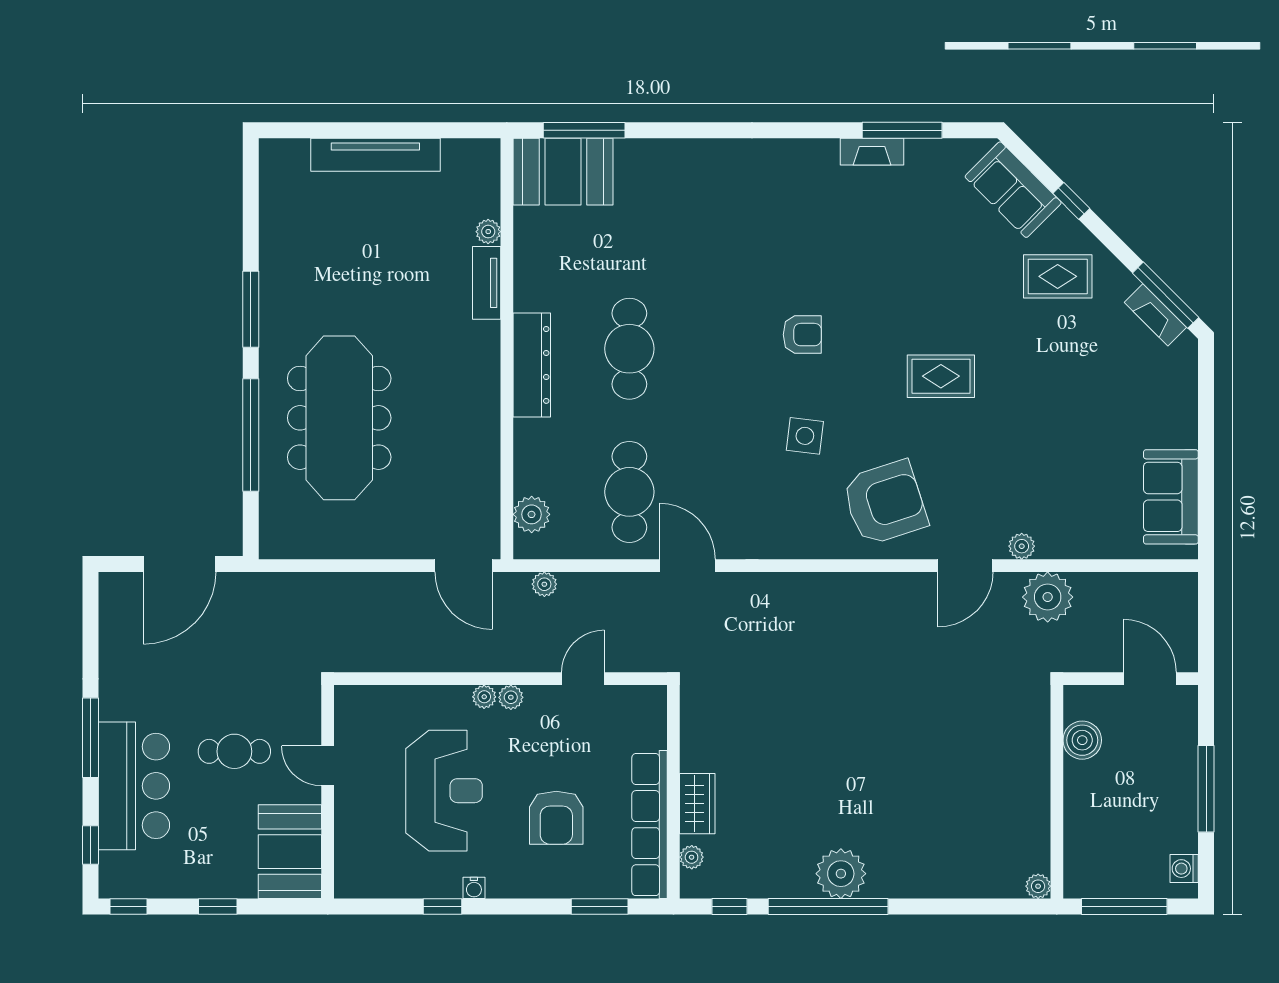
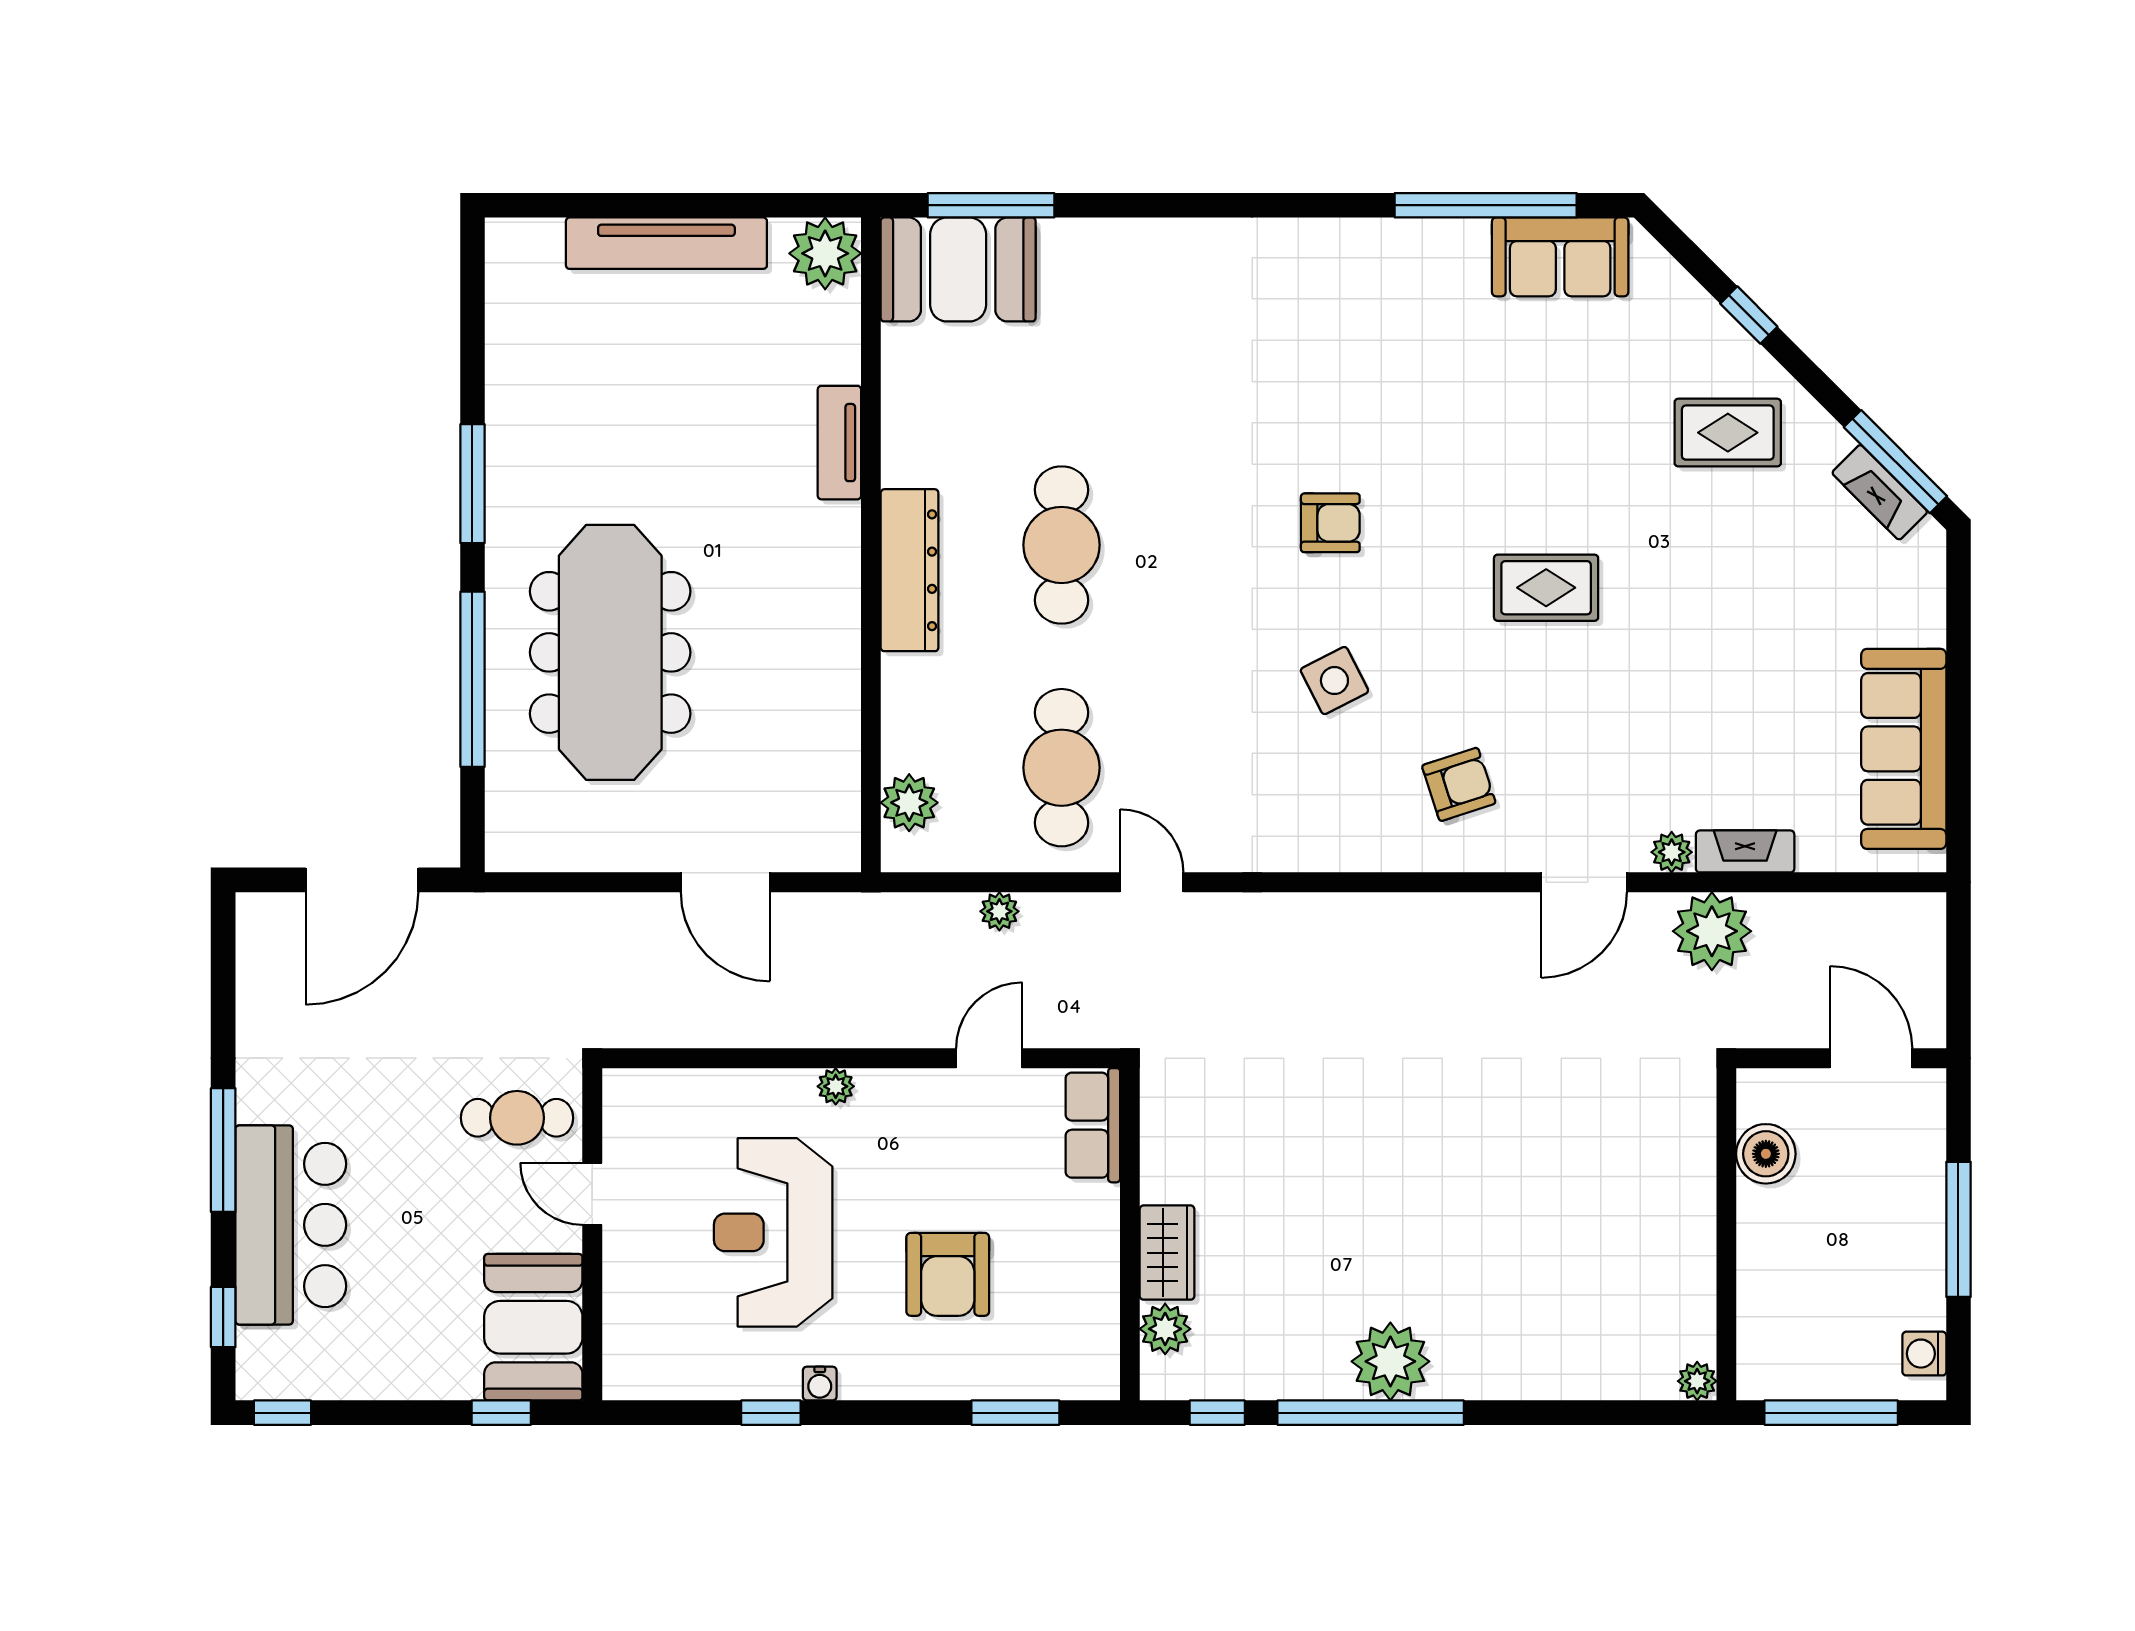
window: (902, 130) -> (1486, 205), width x1.46
fireplace: (872, 152) -> (1745, 851), moved, turned 180
sofa: (1013, 190) -> (1560, 257), moved, turned -45
plant: (488, 232) -> (825, 253), moved, width x1.88, depth x1.88
side table: (805, 436) -> (1334, 681), turned -34
sofa: (1171, 497) -> (1904, 749), width x1.36
armchair: (885, 503) -> (1459, 784), width x0.53, depth x0.53
door: (464, 566) -> (726, 882), moved
door: (687, 566) -> (1152, 882), width x0.73
plant: (544, 584) -> (999, 911), moved
plant: (511, 697) -> (877, 1087), removed
cafe table: (234, 751) -> (517, 1118), moved
reception desk: (444, 791) -> (773, 1232), turned 180
row of seats: (650, 825) -> (1093, 1125), moved, width x0.50
plant: (692, 857) -> (1165, 1329), width x1.38, depth x1.38
window: (218, 907) -> (501, 1413), moved

